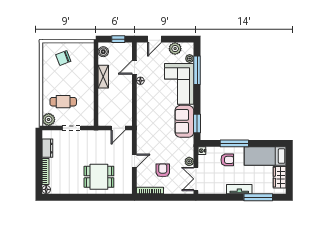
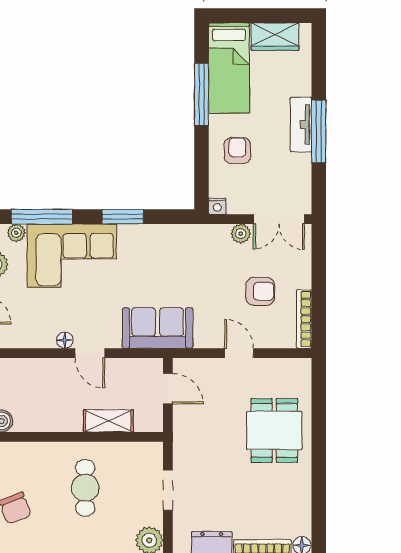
door: (134, 67) -> (90, 353), moved
shelving: (103, 77) -> (108, 421), moved
cafe table: (63, 102) -> (85, 488), moved
sofa: (184, 121) -> (158, 328), moved, turned 180
window: (197, 124) -> (123, 217), moved
window: (234, 143) -> (201, 94), moved
armchair: (163, 170) -> (260, 291), turned 180
window: (258, 197) -> (319, 131), moved

